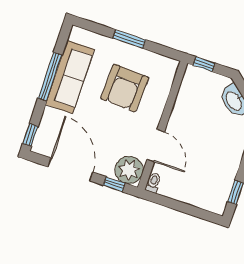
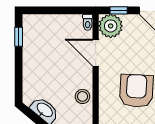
stool: (187, 102) -> (83, 96), added

